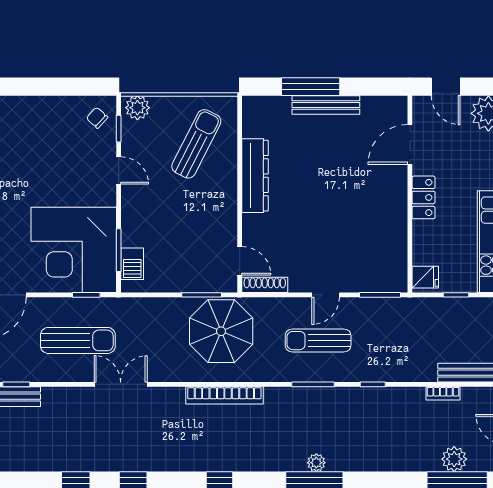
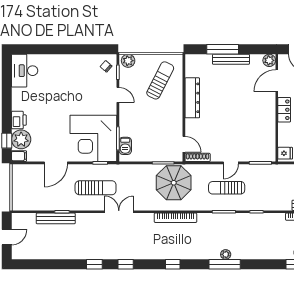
plant: (396, 107) -> (269, 60), added

